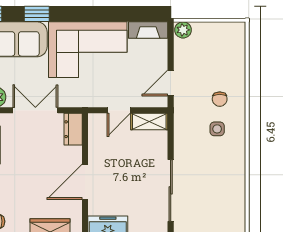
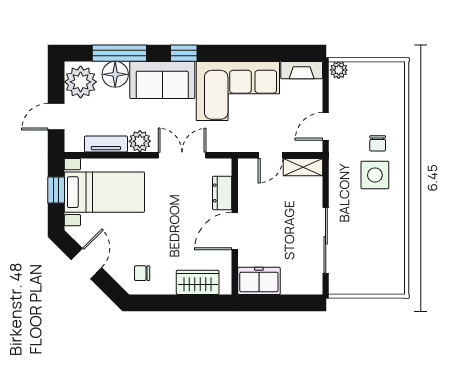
dresser: (73, 129) -> (222, 193), moved
side table: (217, 129) -> (375, 175), width x1.87, depth x1.87

